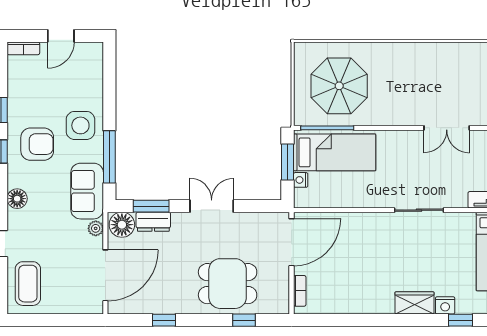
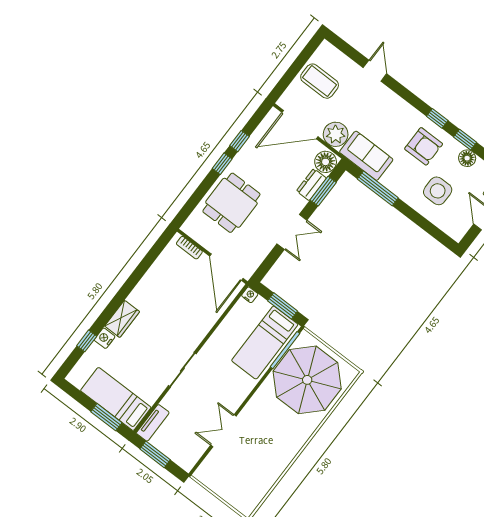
parasol: (339, 86) -> (307, 380), width x1.36, depth x1.36
side table: (80, 125) -> (438, 191), moved
armchair: (37, 144) -> (424, 146), turned -90
nightstand: (301, 180) -> (250, 295), moved
floor lamp: (17, 199) -> (467, 158), moved
plant: (96, 228) -> (336, 134), width x1.88, depth x1.88
door: (105, 275) -> (300, 125), hinge flipped
coffee table: (28, 284) -> (320, 81), moved
window: (244, 320) -> (222, 164), moved

